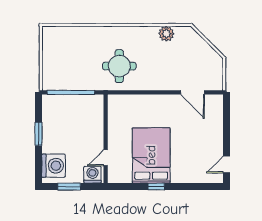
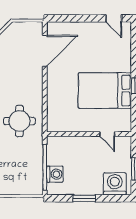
door: (193, 92) -> (45, 51), width x1.36
washing machine: (92, 175) -> (55, 174), moved, turned 180

